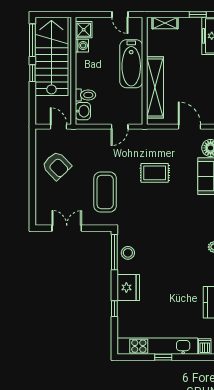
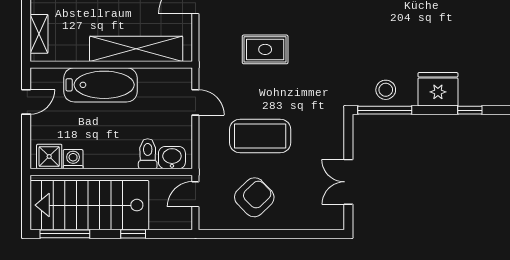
window: (32, 73) -> (133, 234), moved
rug: (155, 173) -> (265, 49), turned 90
coffee table: (105, 192) -> (260, 136), moved

